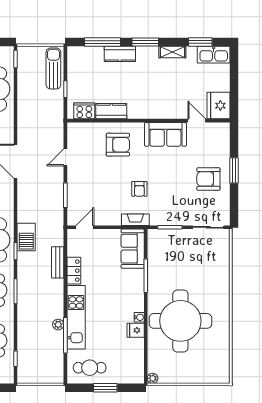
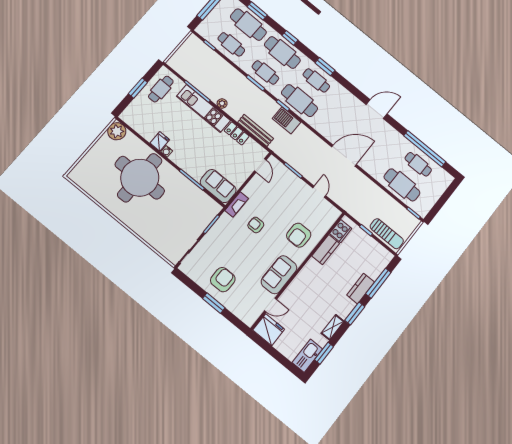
bench: (58, 262) -> (255, 130), width x1.36
plant: (58, 325) -> (222, 103), moved
plant: (153, 378) -> (117, 131), width x1.87, depth x1.87

